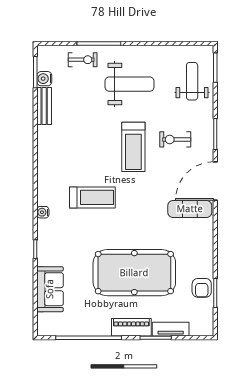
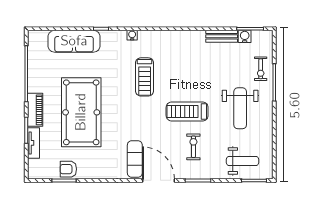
sofa: (50, 289) -> (74, 41), width x1.36

